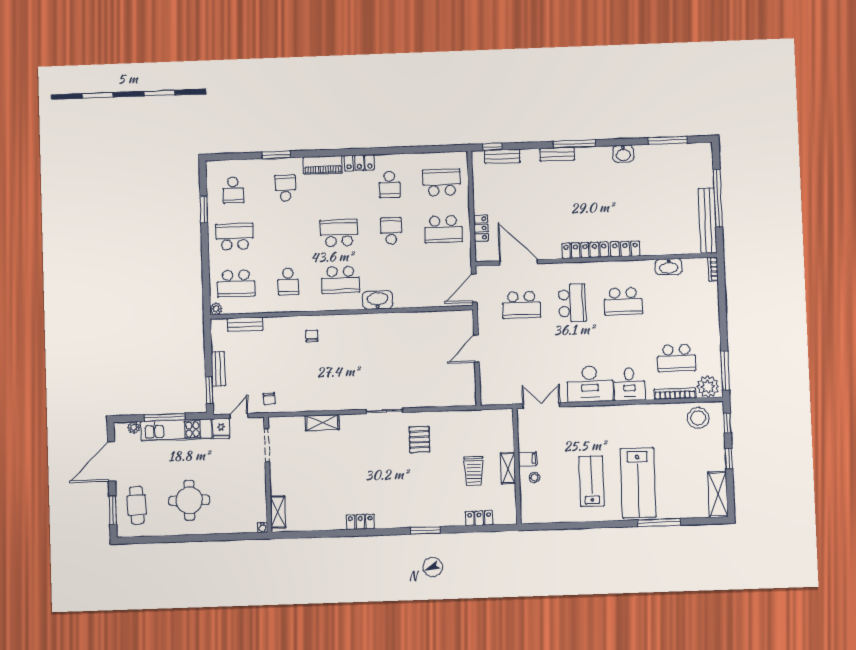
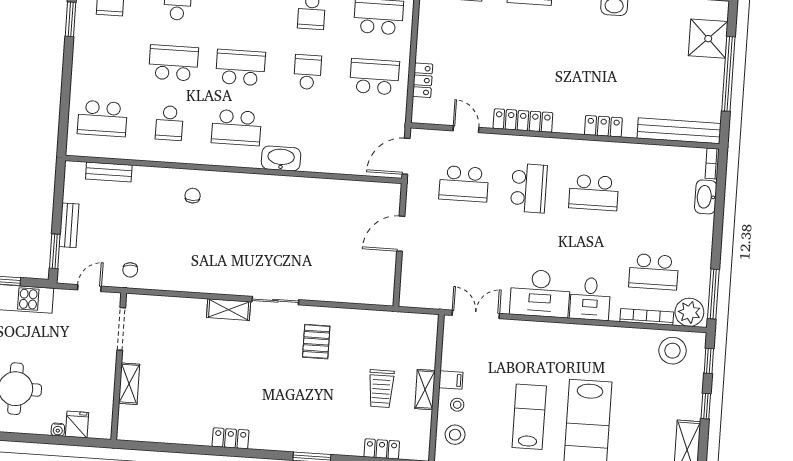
shower: (699, 173) -> (708, 39), added
bench: (708, 220) -> (679, 131), moved, turned 90
school desk: (443, 229) -> (374, 77), turned 180
school desk: (235, 237) -> (173, 63), moved
locker: (585, 250) -> (523, 120), moved
door: (519, 262) -> (466, 129), width x0.53
washbasin: (669, 267) -> (706, 197), moved, turned 90
plant: (216, 309) -> (73, 148), removed
shelving: (322, 422) -> (229, 310), moved
fridge: (221, 428) -> (77, 424), moved, turned 180
stool: (535, 501) -> (455, 435), added
shelving: (278, 512) -> (129, 384), moved
water cooler: (262, 528) -> (58, 430), moved

